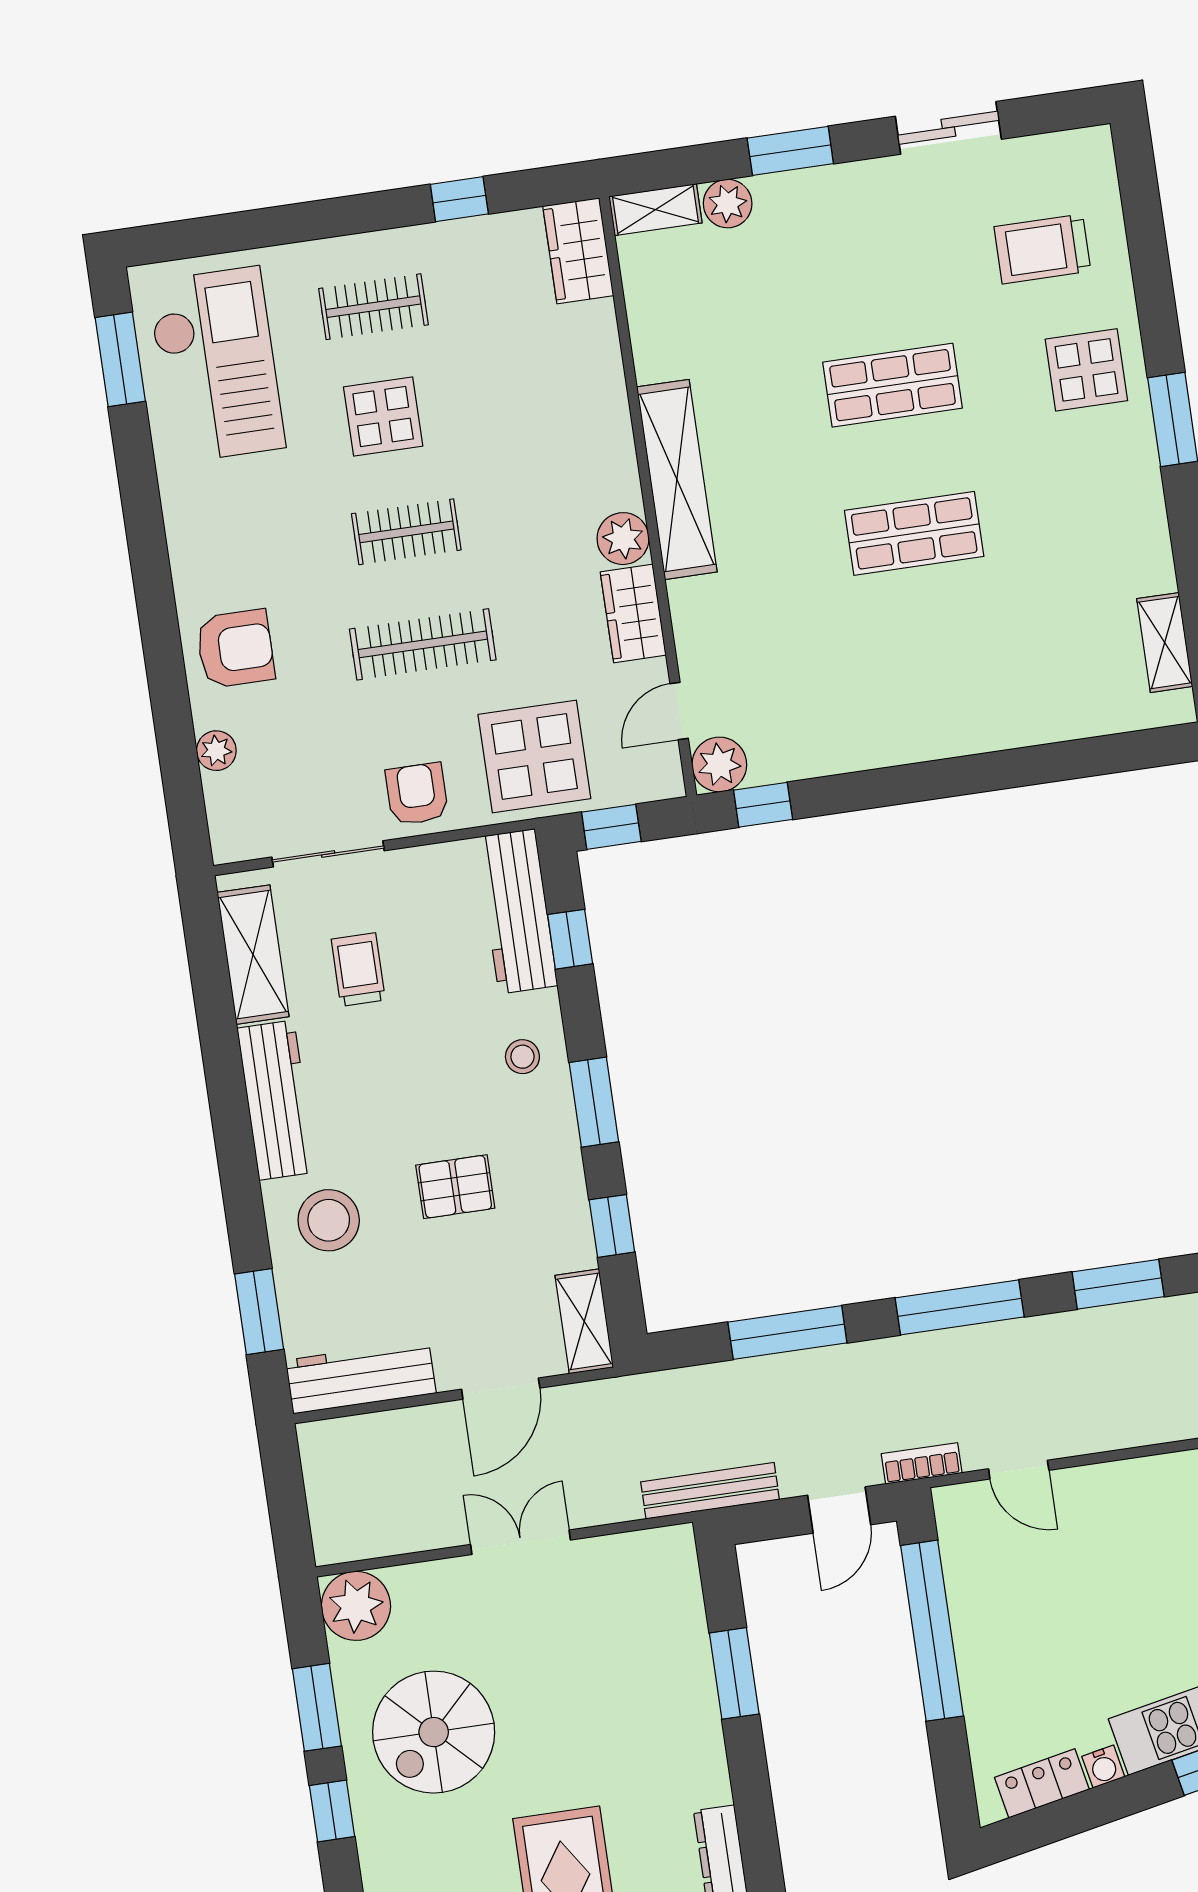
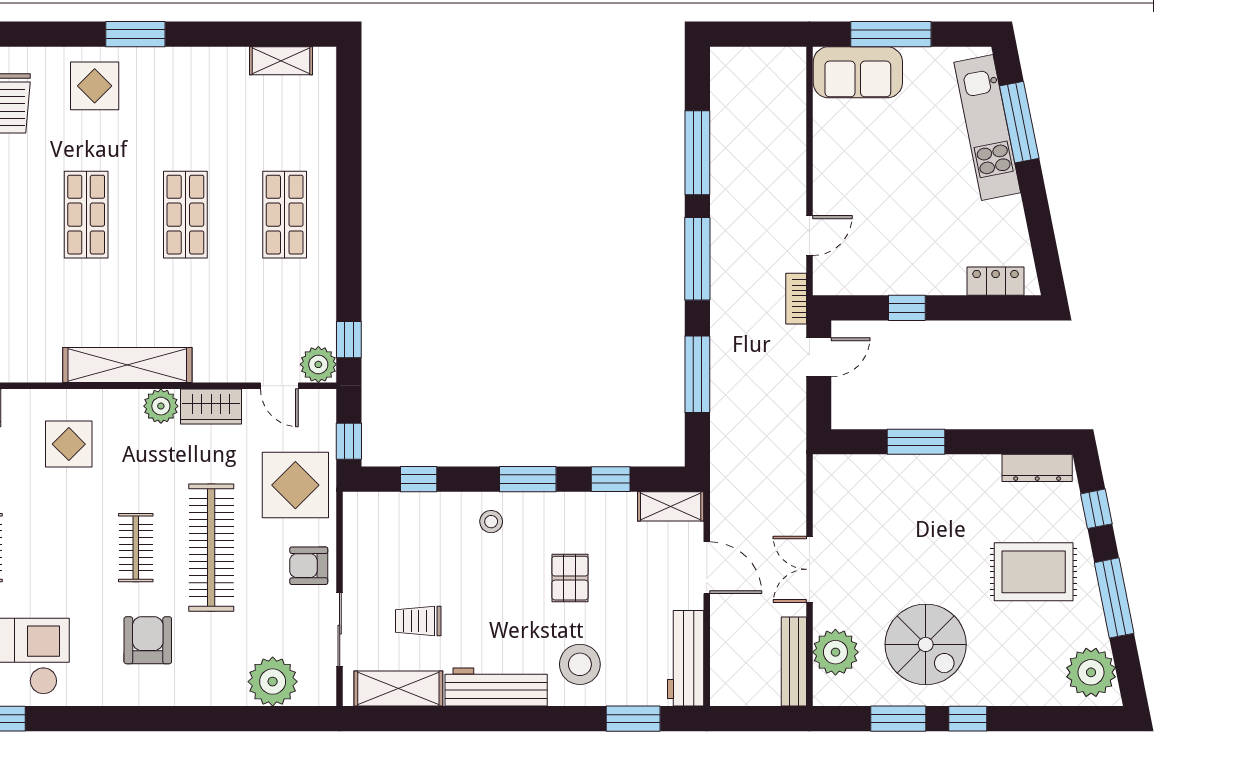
display table: (383, 416) -> (69, 444), moved
clothes rail: (423, 644) -> (211, 548), width x1.37, depth x1.31
armchair: (235, 649) -> (148, 640), moved
shop shelf: (936, 682) -> (285, 215), added
plant: (216, 751) -> (273, 682), width x1.88, depth x1.88
workbench: (517, 911) -> (395, 511), removed
window: (1118, 1284) -> (697, 153), width x1.44
bench: (710, 1491) -> (794, 662), moved
door: (839, 1510) -> (819, 357), hinge flipped
plant: (356, 1606) -> (835, 652), moved
window: (932, 1631) -> (907, 308), width x0.32
water cooler: (1103, 1767) -> (1012, 209), removed
locker: (1042, 1783) -> (996, 281), moved, turned 101

